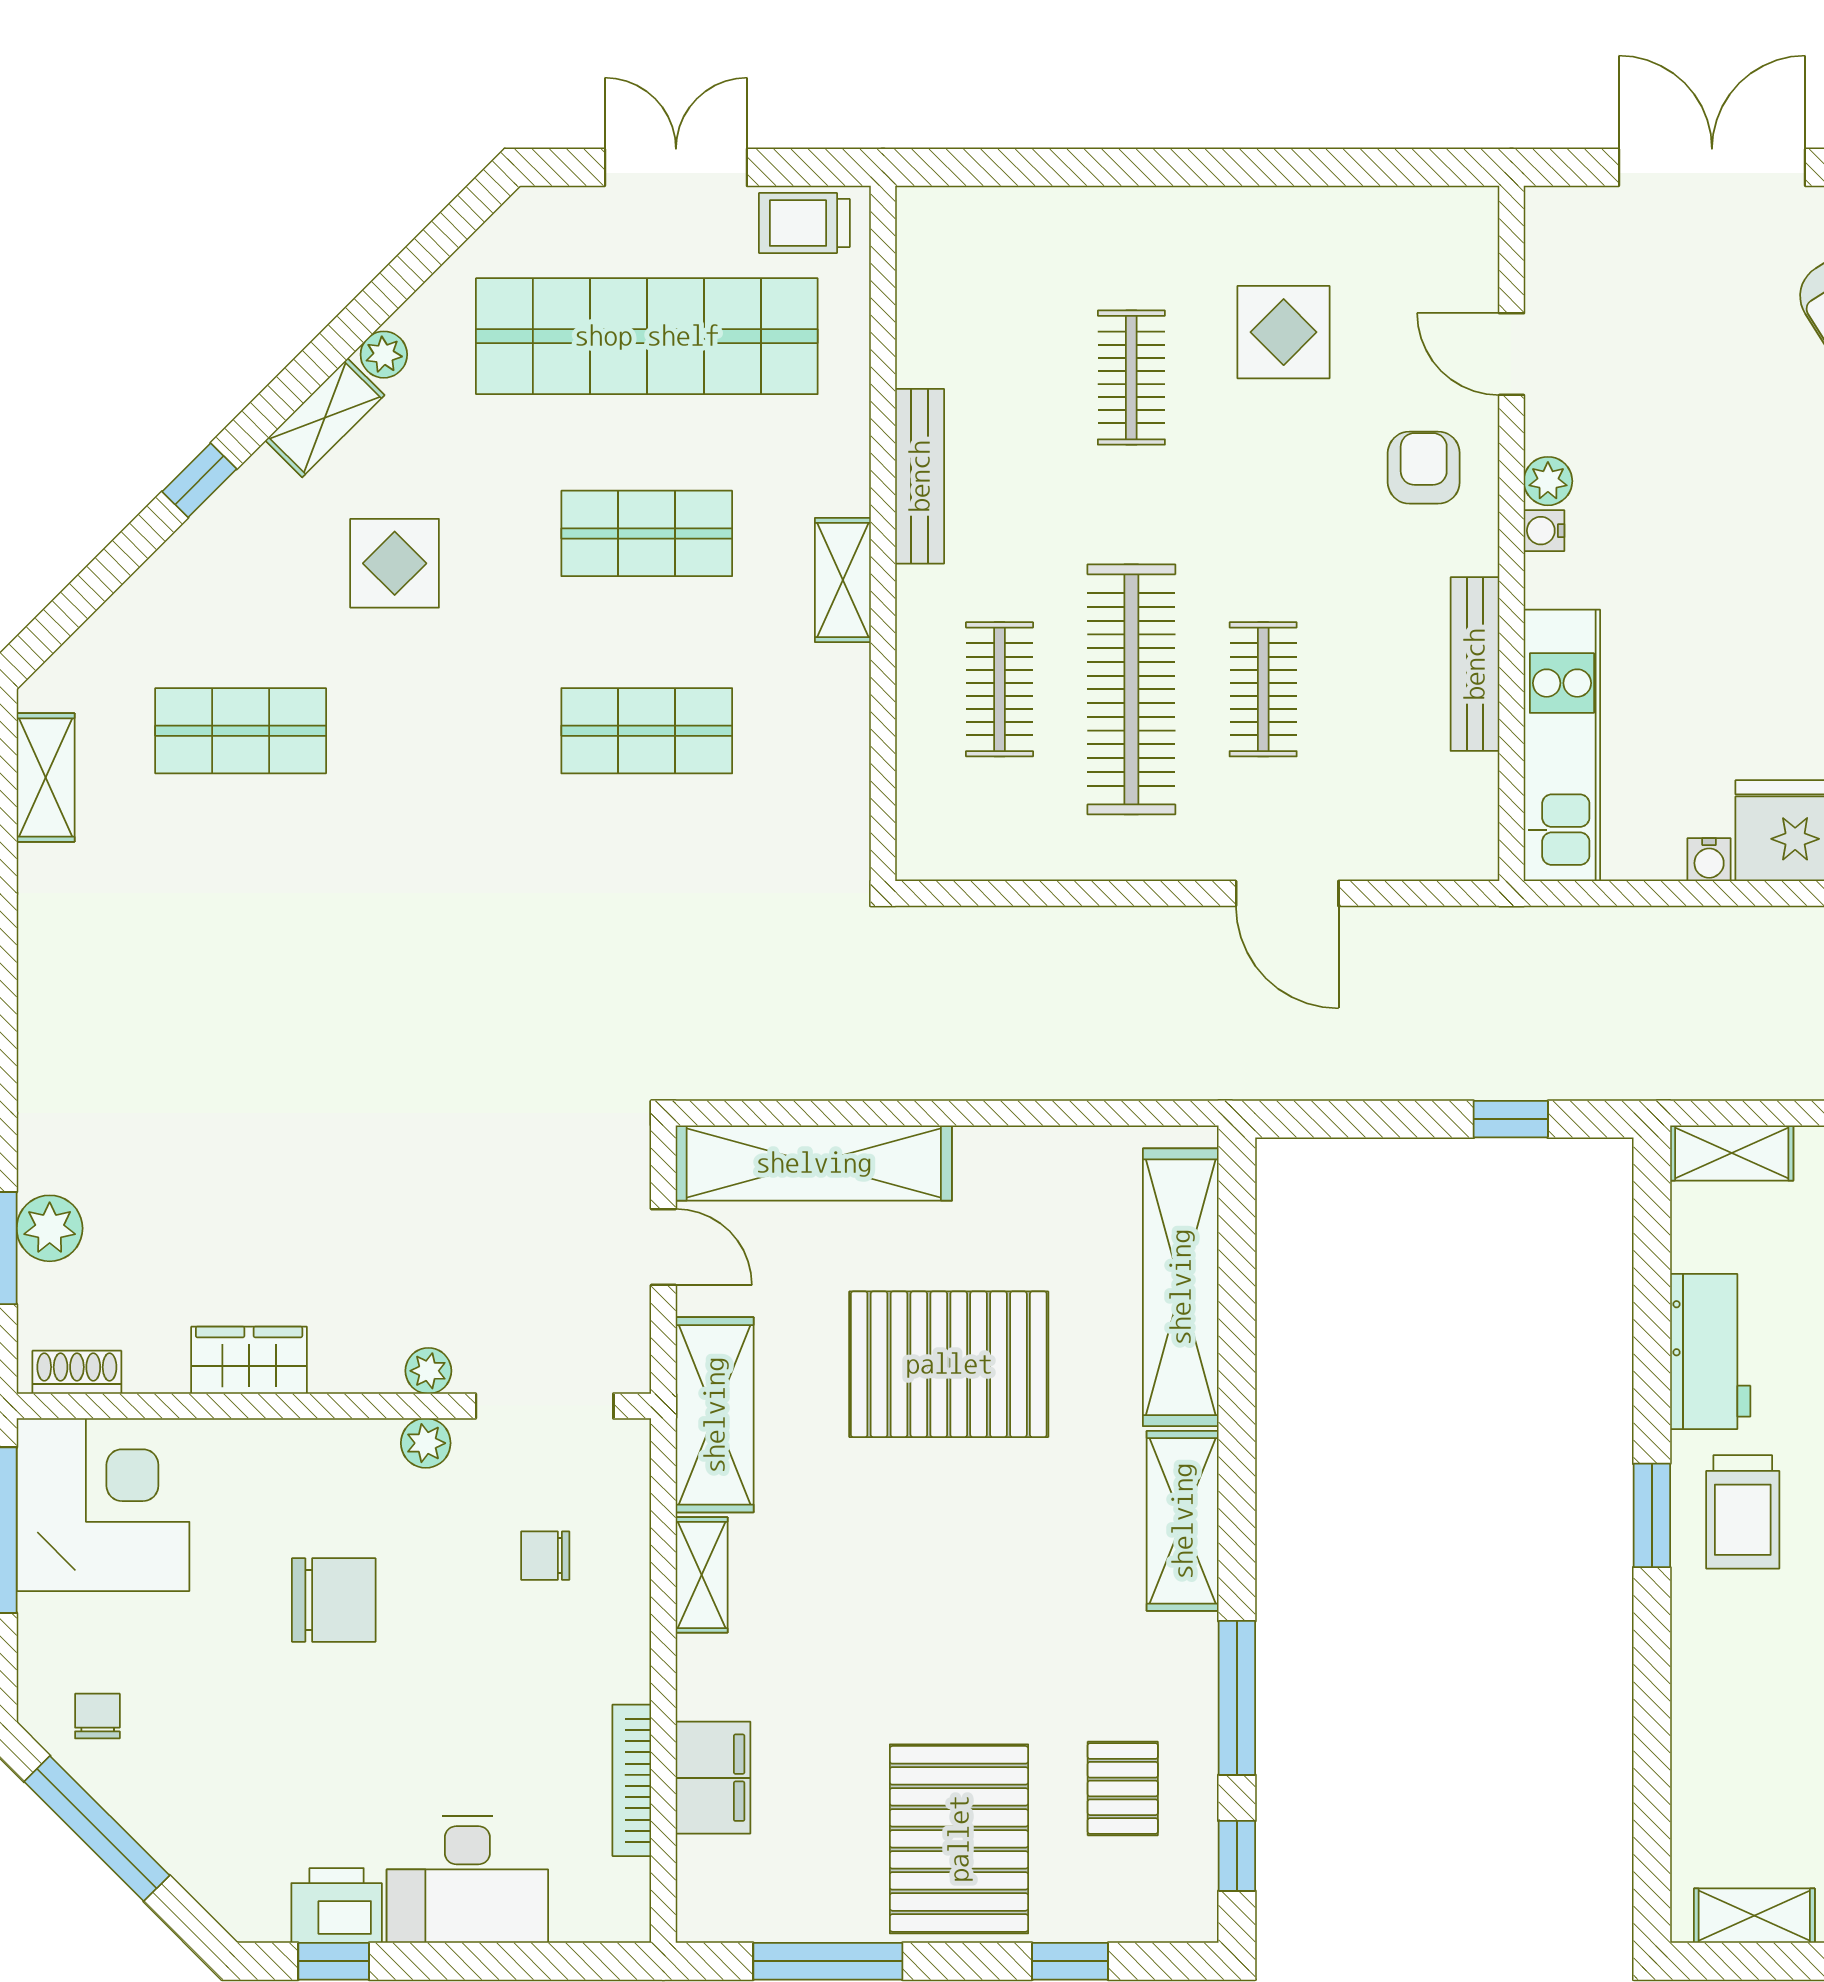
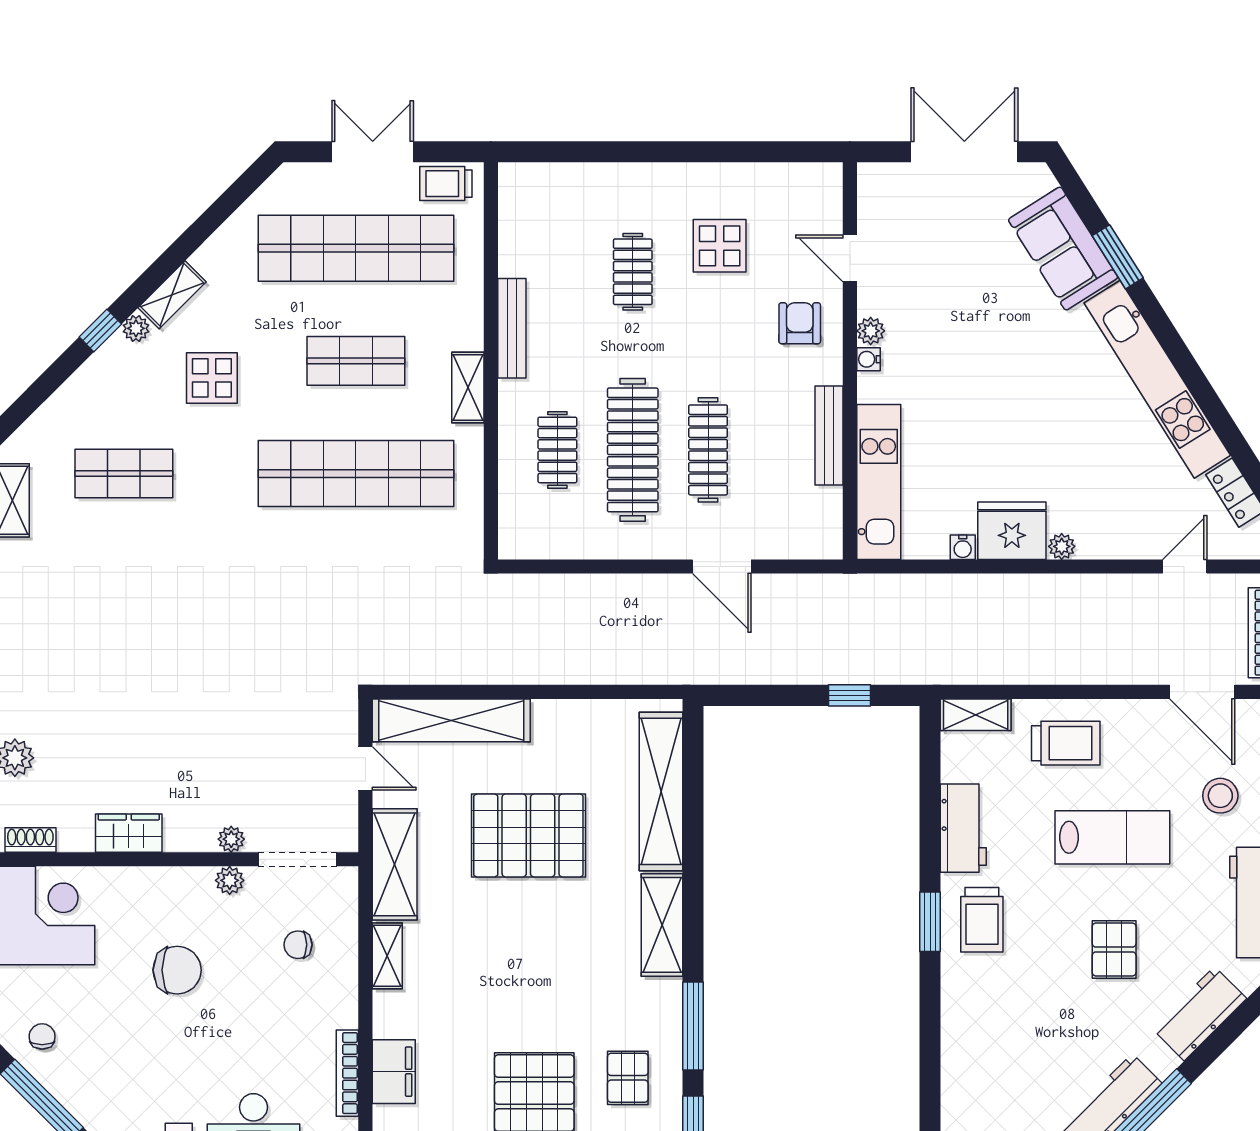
plant: (384, 355) -> (136, 328), moved
clothes rail: (1263, 689) -> (708, 450), width x1.36
shop shelf: (647, 731) -> (356, 474), width x2.00, depth x1.36

